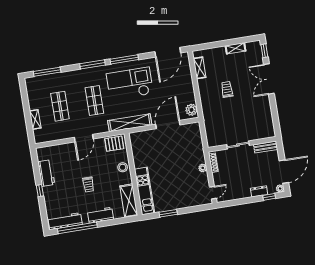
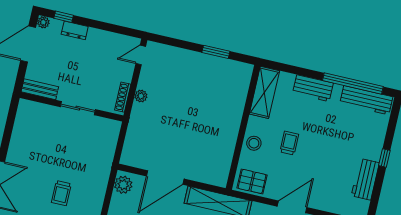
trolley: (88, 184) -> (289, 143), moved
kitchen unit: (144, 191) -> (237, 97), removed

